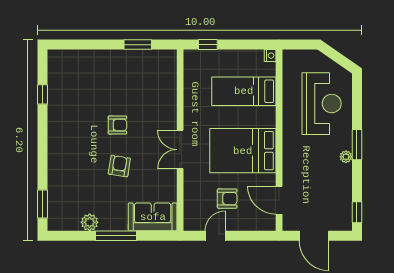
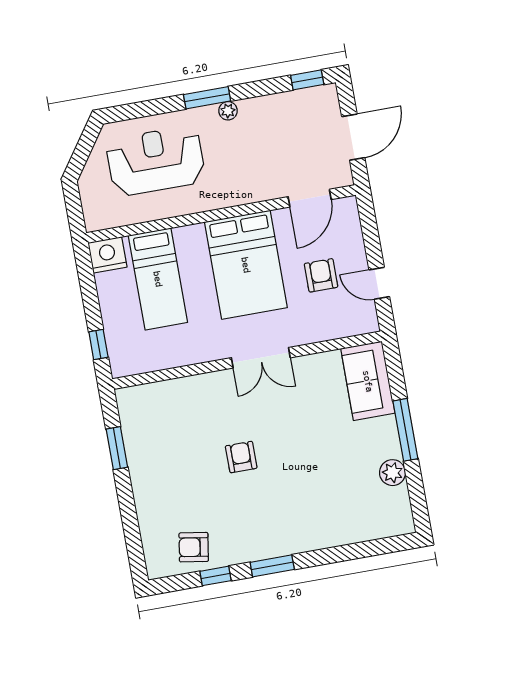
nightstand: (270, 56) -> (107, 255), width x1.89, depth x1.79
armchair: (119, 166) -> (194, 547), moved
window: (42, 204) -> (272, 566), moved

